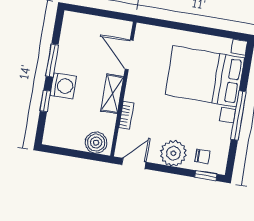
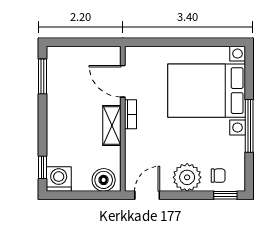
window: (52, 60) -> (42, 76), moved
washing machine: (63, 86) -> (59, 179), moved, turned -90
window: (45, 101) -> (42, 167), moved
bookcase: (126, 115) -> (131, 114), moved

